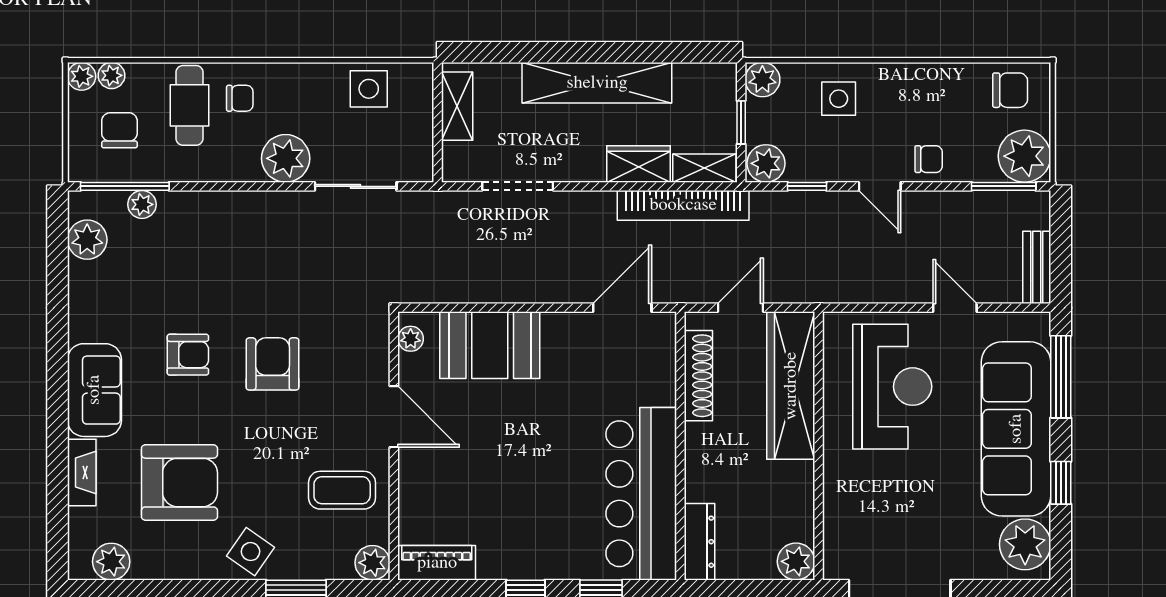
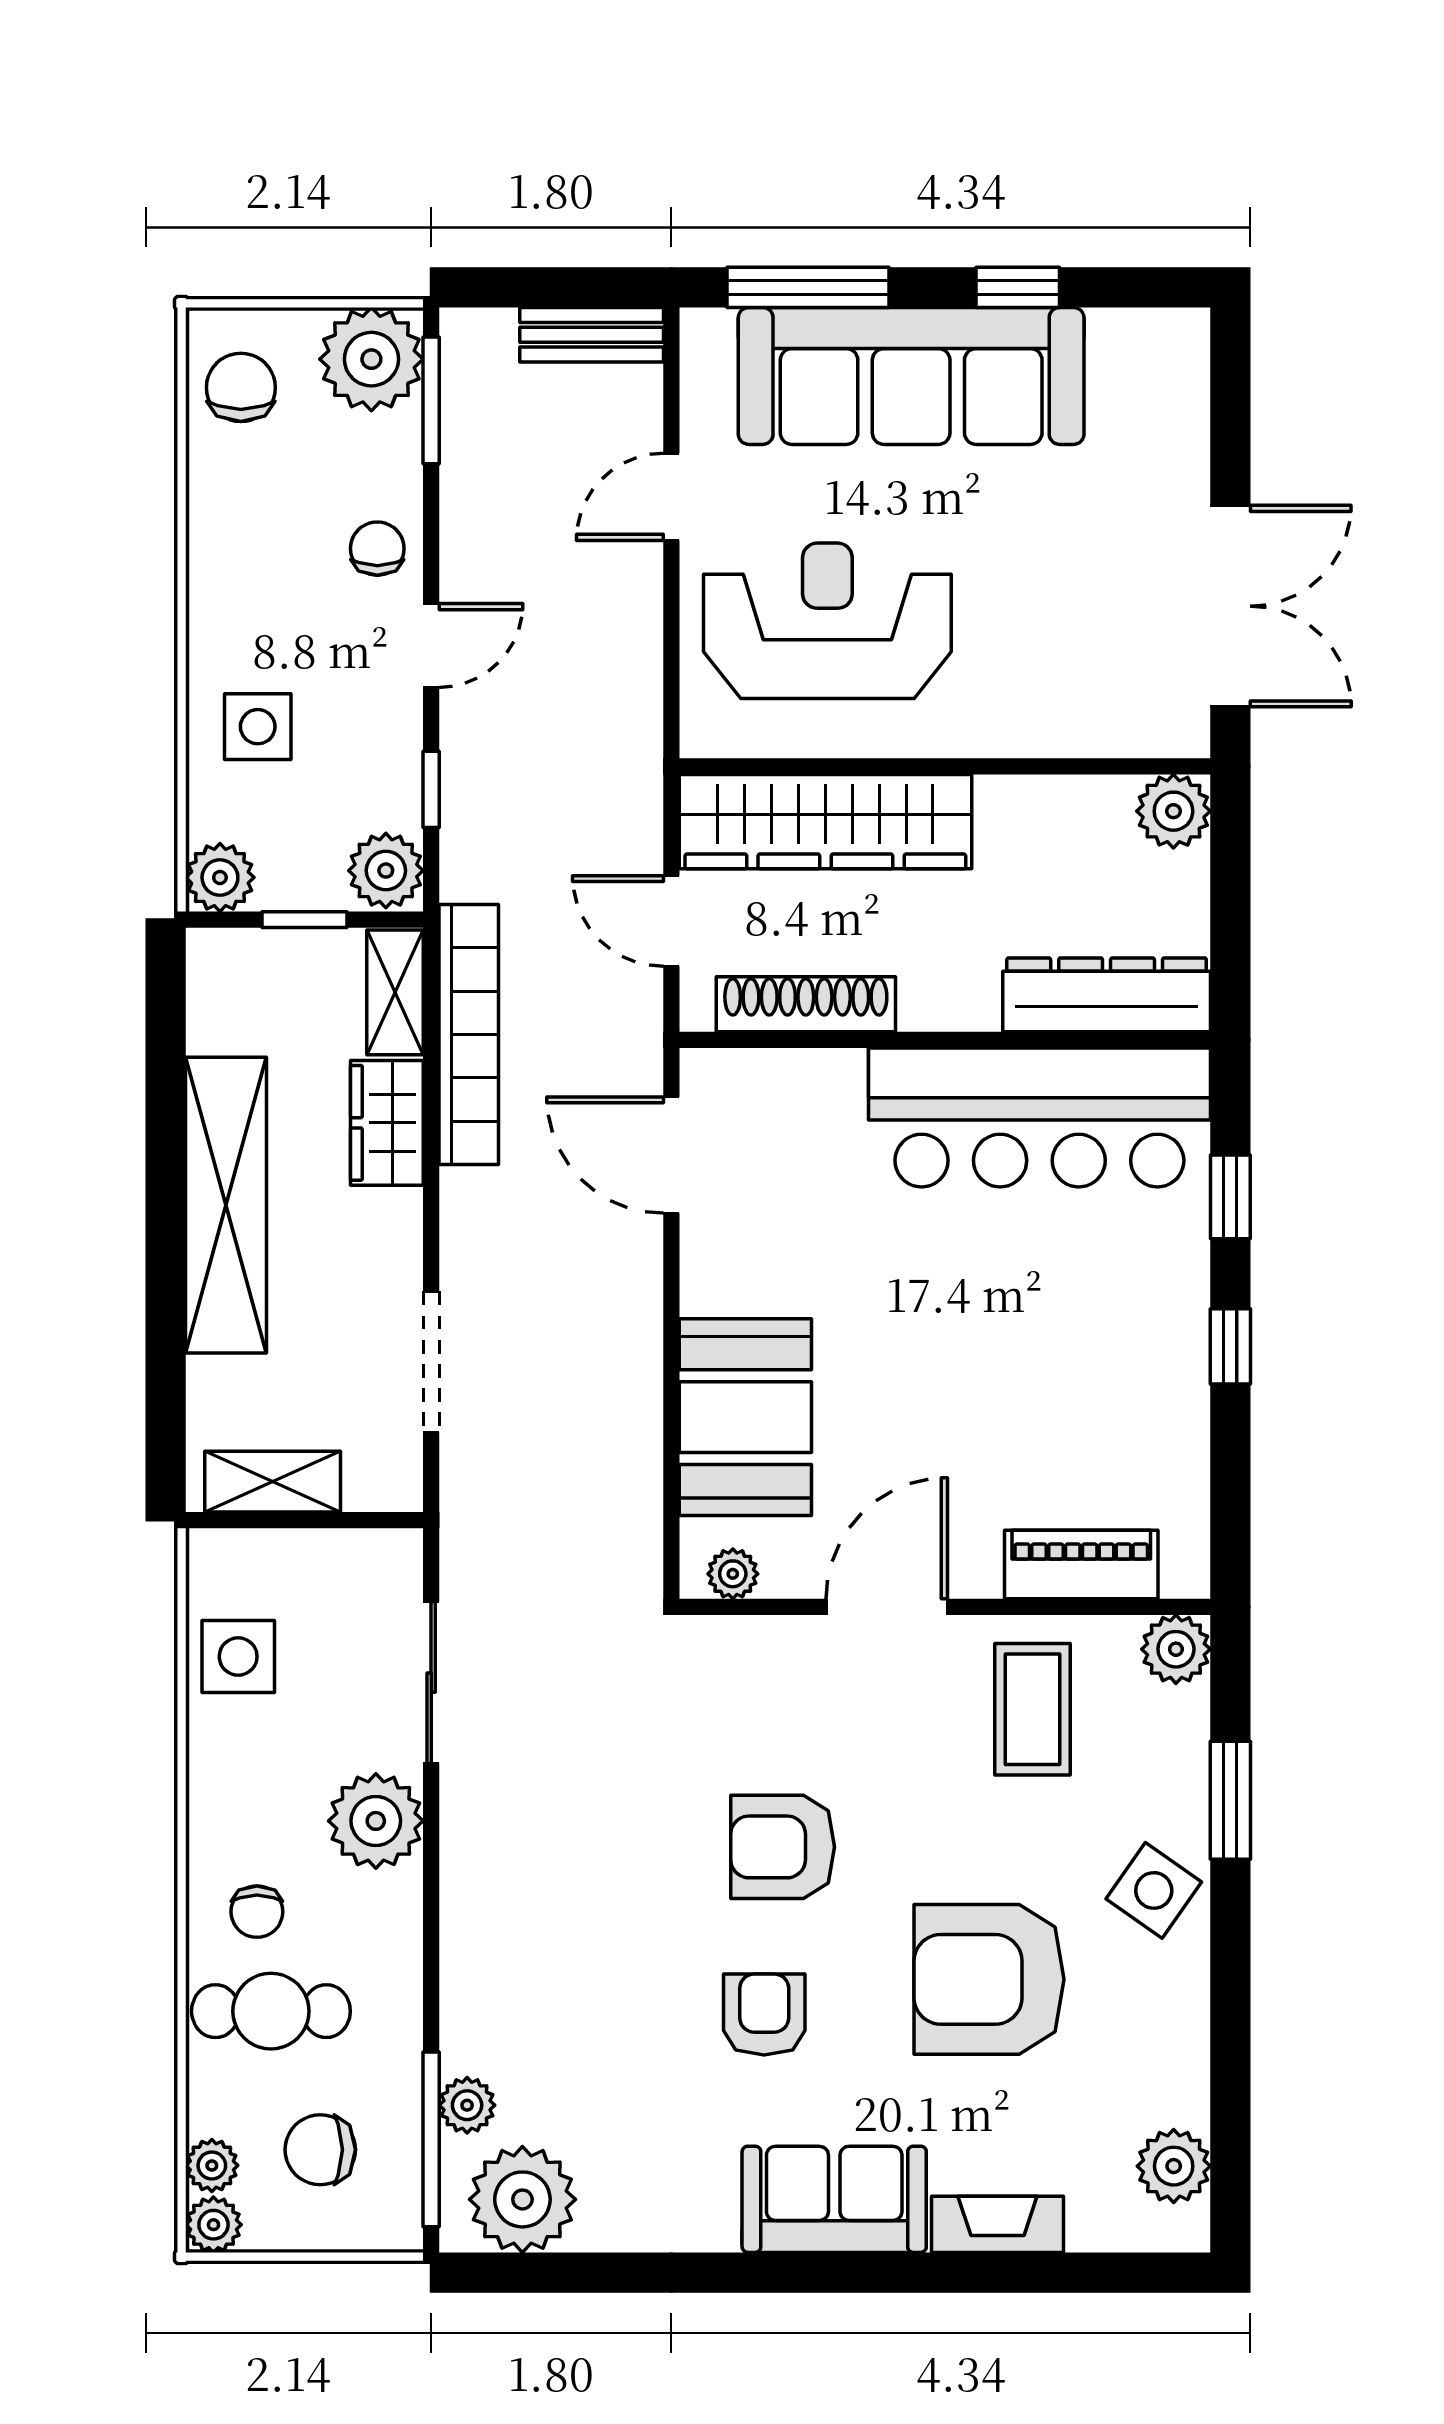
chair: (240, 98) -> (257, 1912), turned 180
plant: (87, 240) -> (522, 2199), width x1.36, depth x1.36
armchair: (179, 483) -> (989, 1979), moved, turned -90
dresser: (699, 542) -> (1107, 995), width x1.37, depth x1.24
plant: (1025, 544) -> (1140, 358), removed
piano: (437, 563) -> (1081, 1564), moved, turned 90

